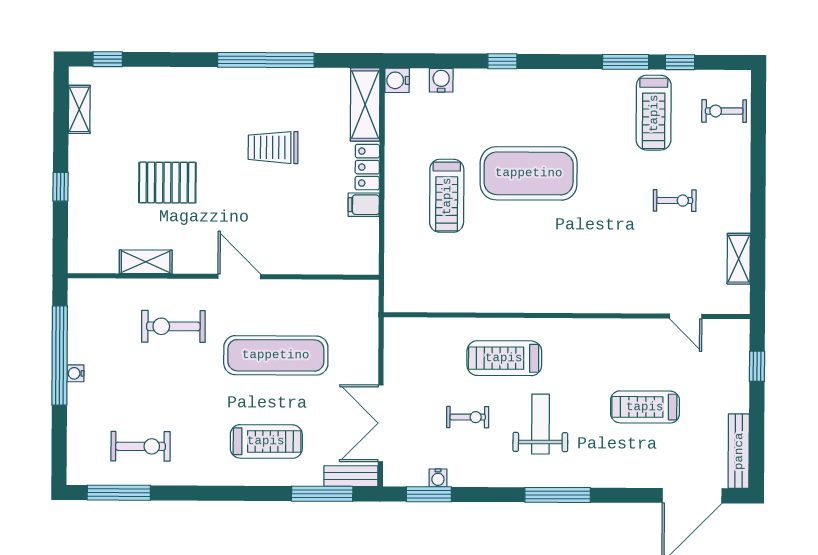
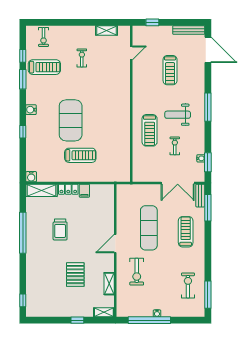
water cooler: (441, 80) -> (31, 110), moved
shelving: (79, 109) -> (104, 312), moved

